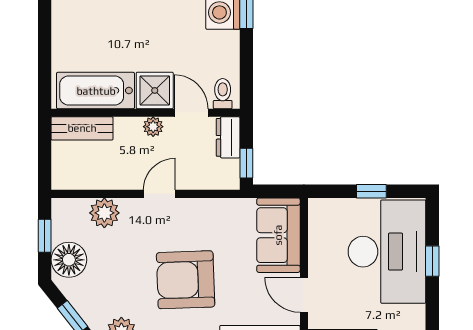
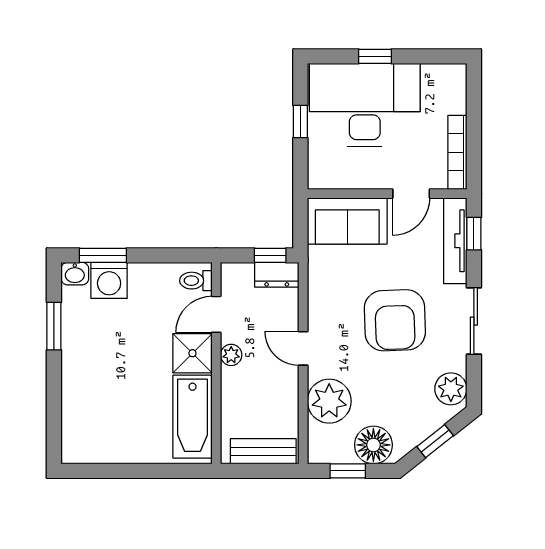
bench: (82, 128) -> (263, 451), moved, turned 90
dresser: (228, 137) -> (277, 275), moved
plant: (104, 213) -> (329, 401), width x1.36, depth x1.36

